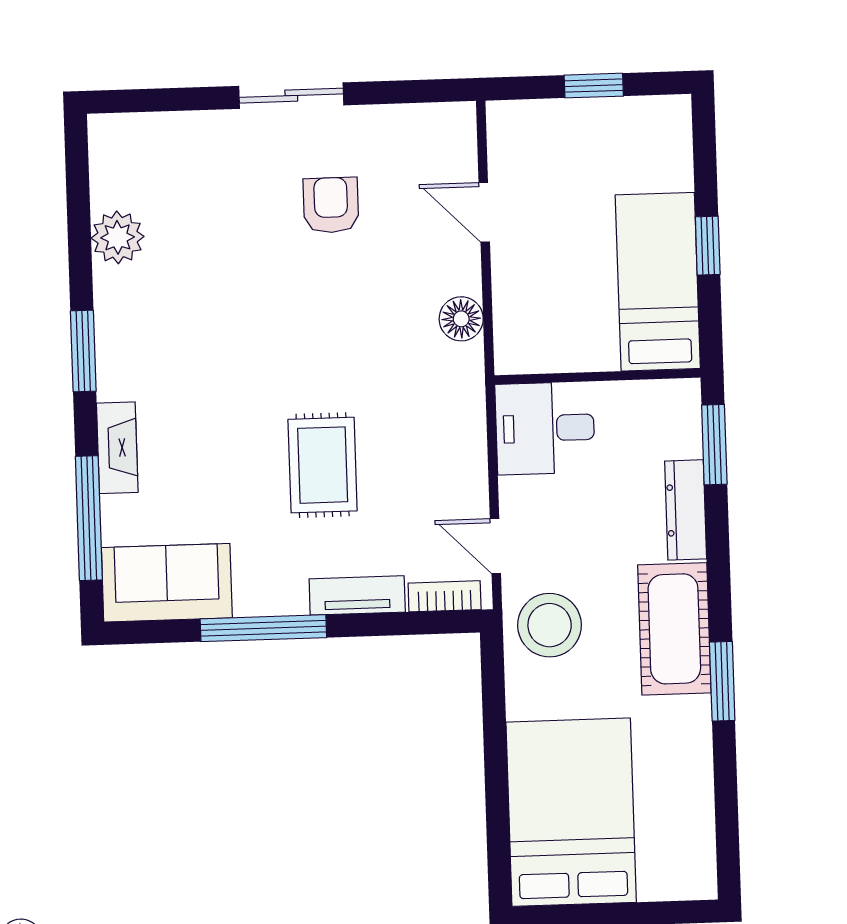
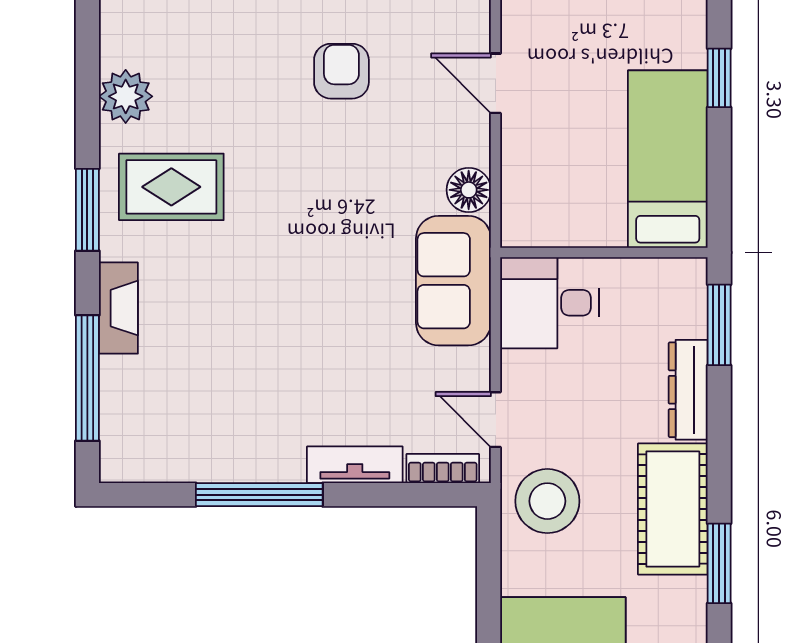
window: (708, 246) -> (719, 78), moved
rug: (323, 465) -> (171, 187), moved, turned 90
sofa: (167, 583) -> (453, 281), moved, turned -90

